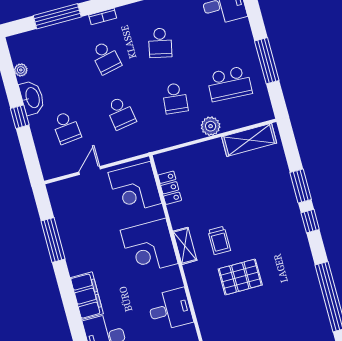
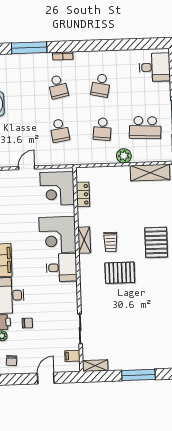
school desk: (66, 128) -> (17, 132), removed
pallet: (278, 227) -> (156, 242), added
desk: (170, 309) -> (62, 268), moved

